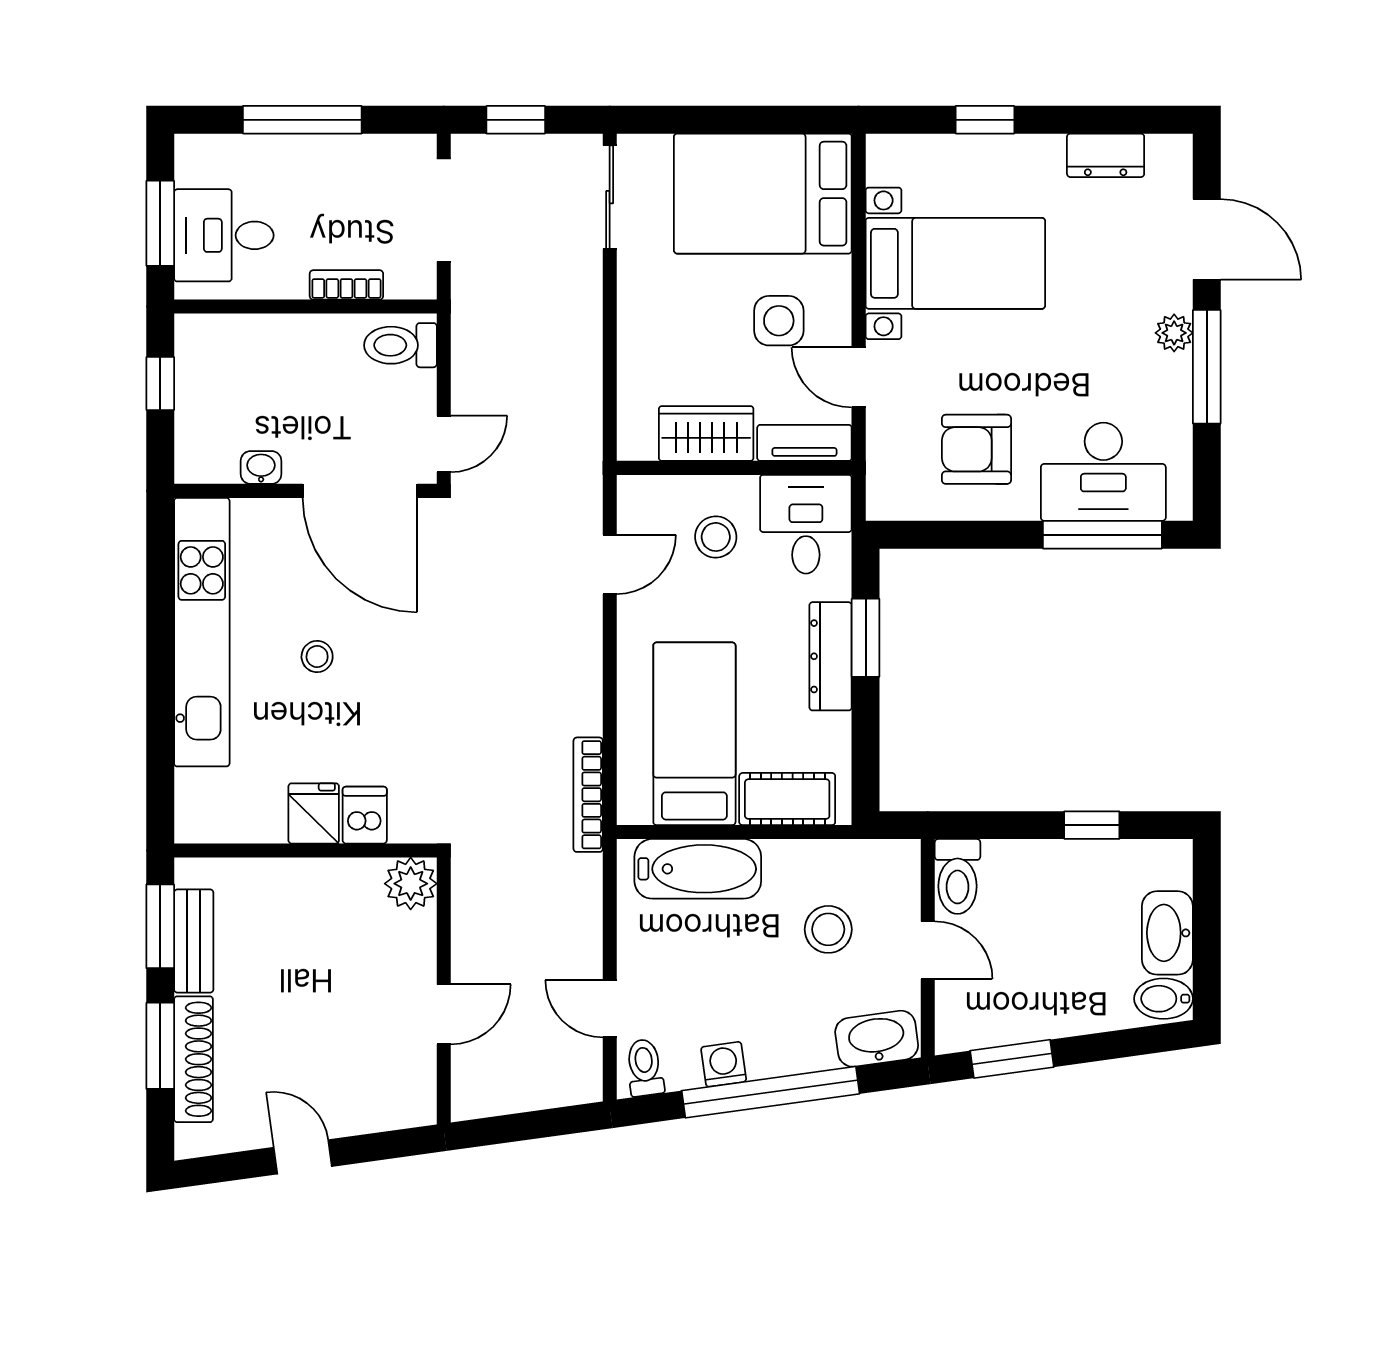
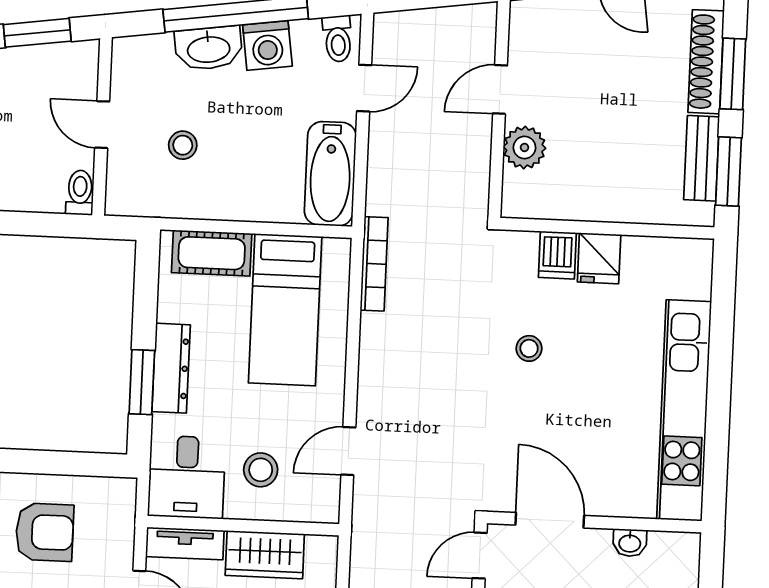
door: (360, 491) -> (550, 520), width x0.73
stool: (317, 656) -> (529, 348), moved
bathtub: (698, 869) -> (330, 174), moved, turned -90
toilet: (958, 876) -> (80, 193), width x0.73, depth x0.72
plant: (411, 884) -> (524, 147), moved
stool: (828, 929) -> (183, 145), width x0.73, depth x0.73
door: (610, 1009) -> (364, 88), hinge flipped
washbasin: (877, 1039) -> (209, 48), moved
washing machine: (724, 1064) -> (267, 46), width x1.38, depth x1.38

